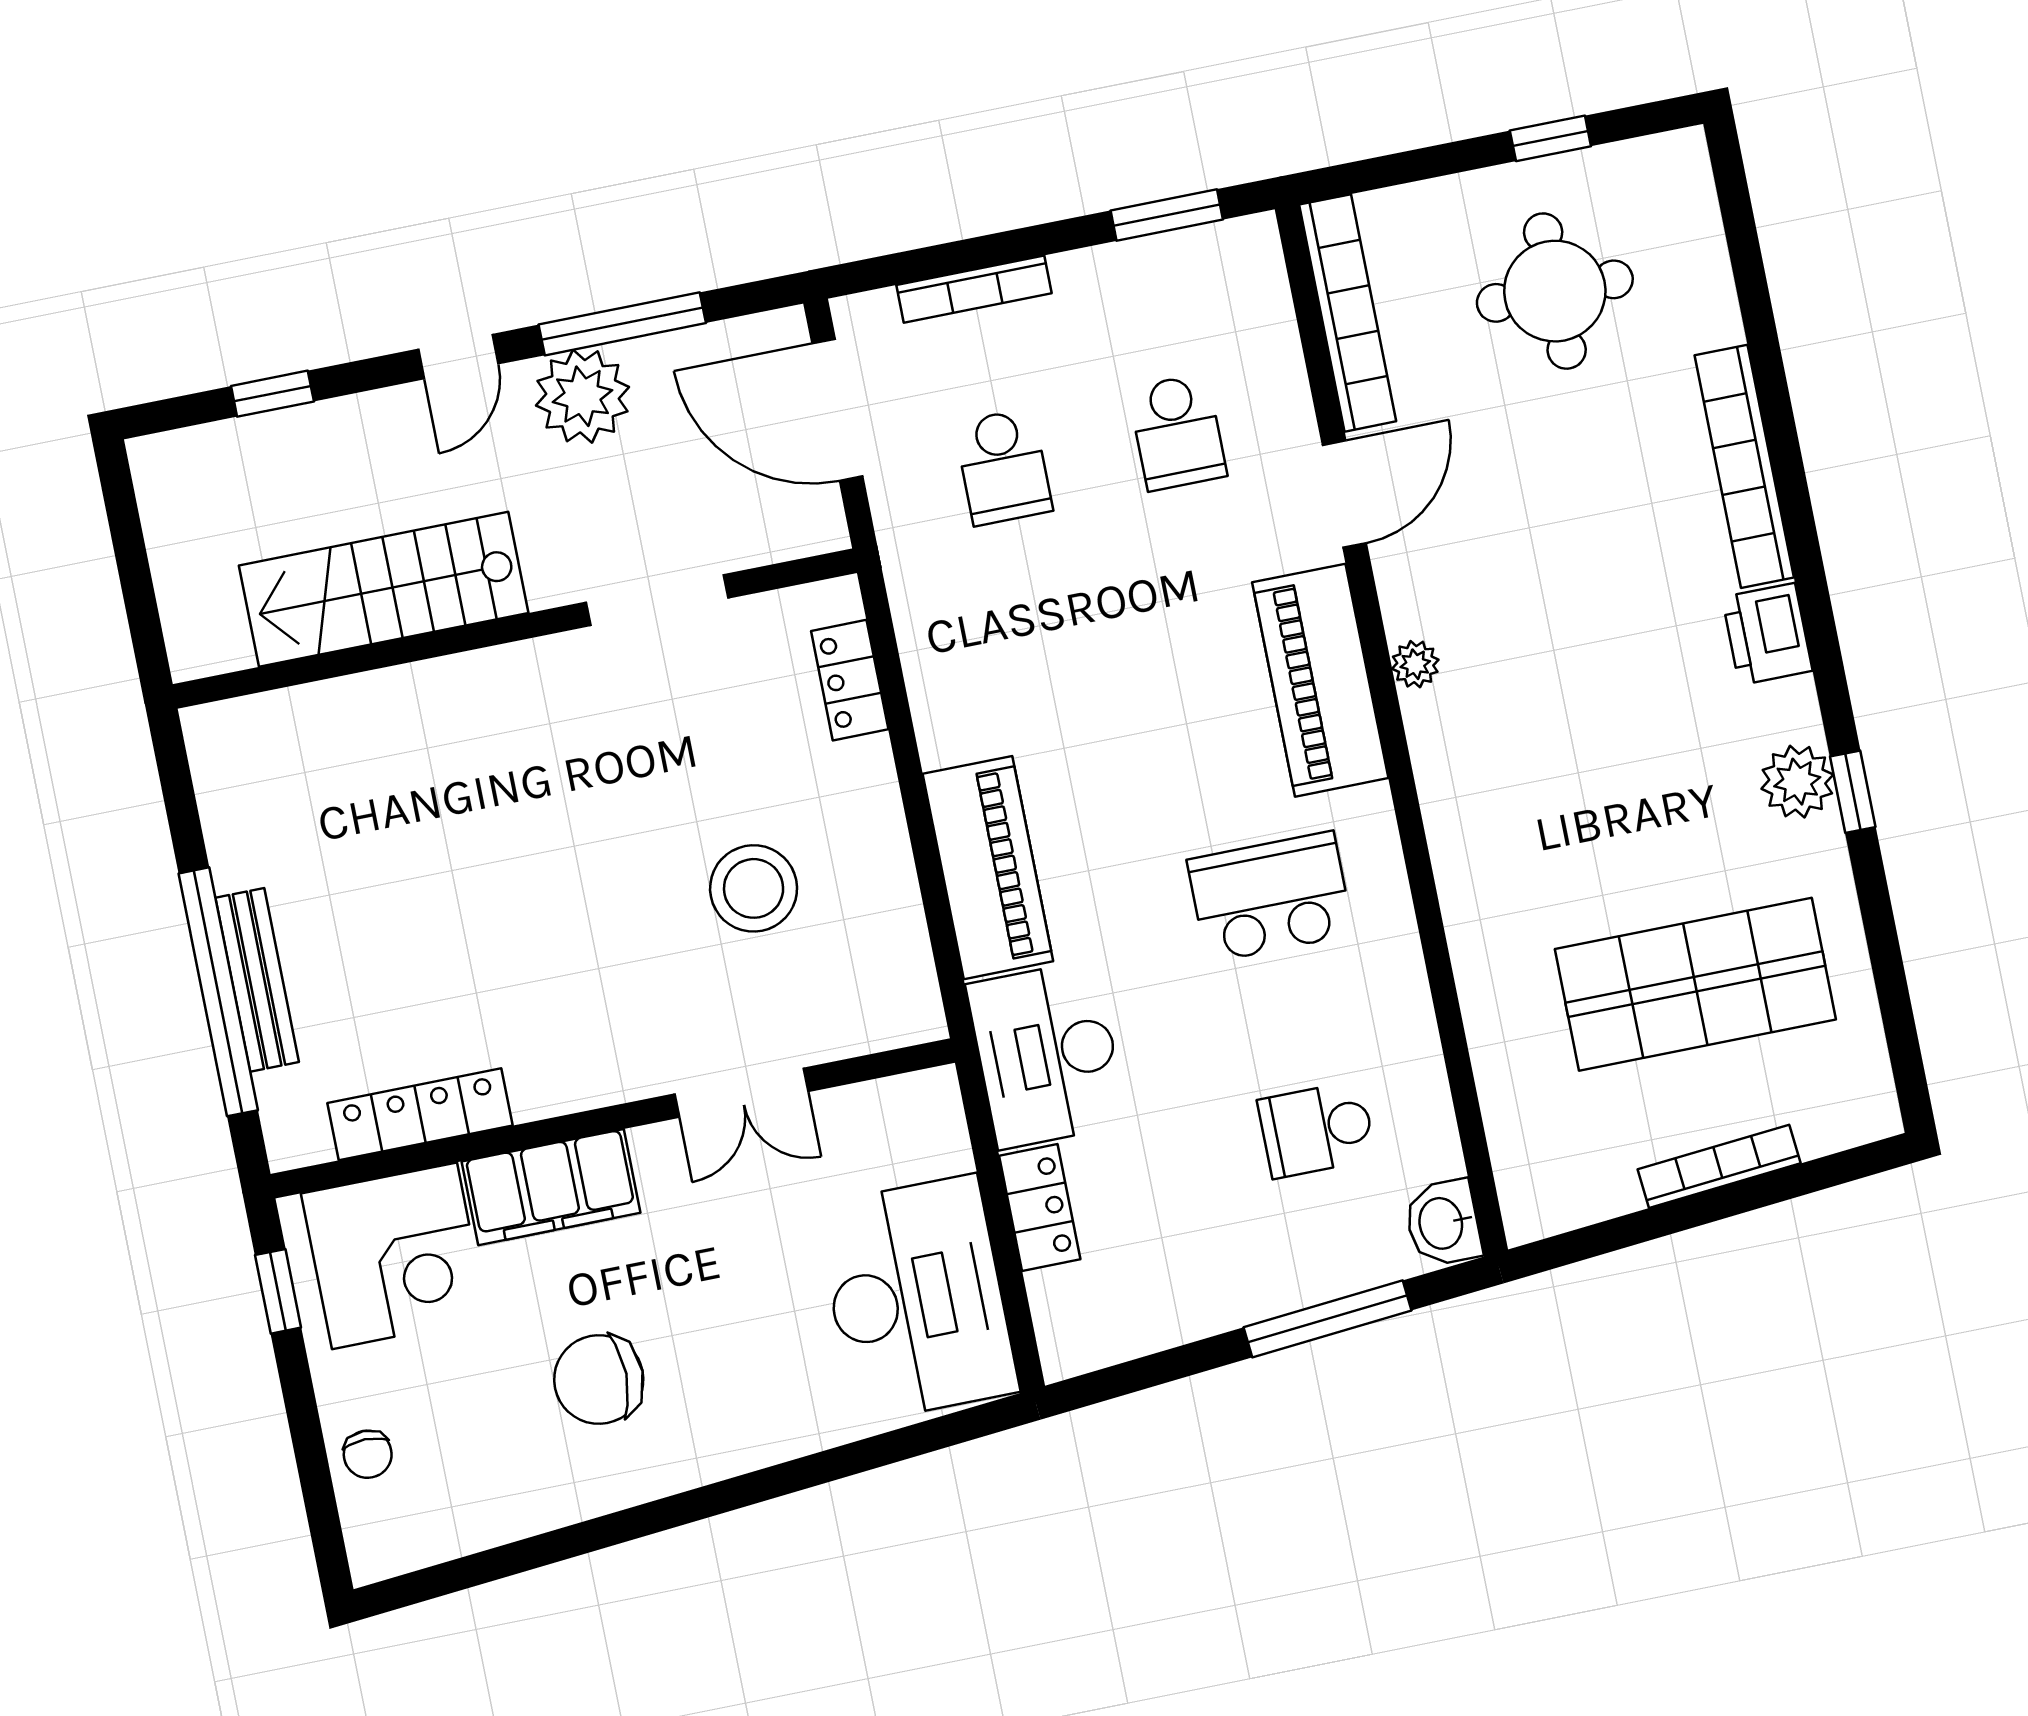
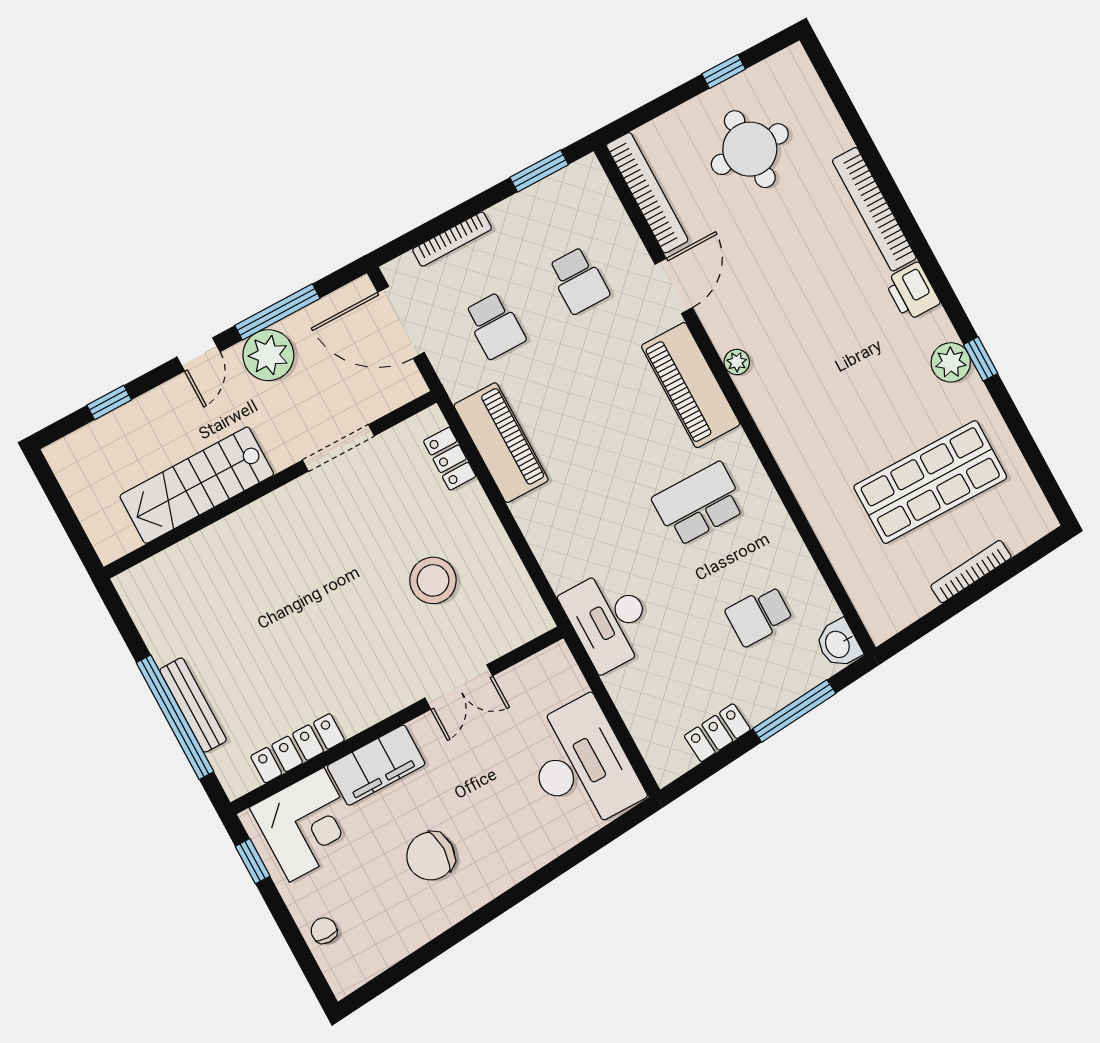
piano: (988, 868) -> (501, 443), moved
locker: (1040, 1208) -> (717, 733), moved, turned -95
chair: (368, 1454) -> (324, 931), turned 180

